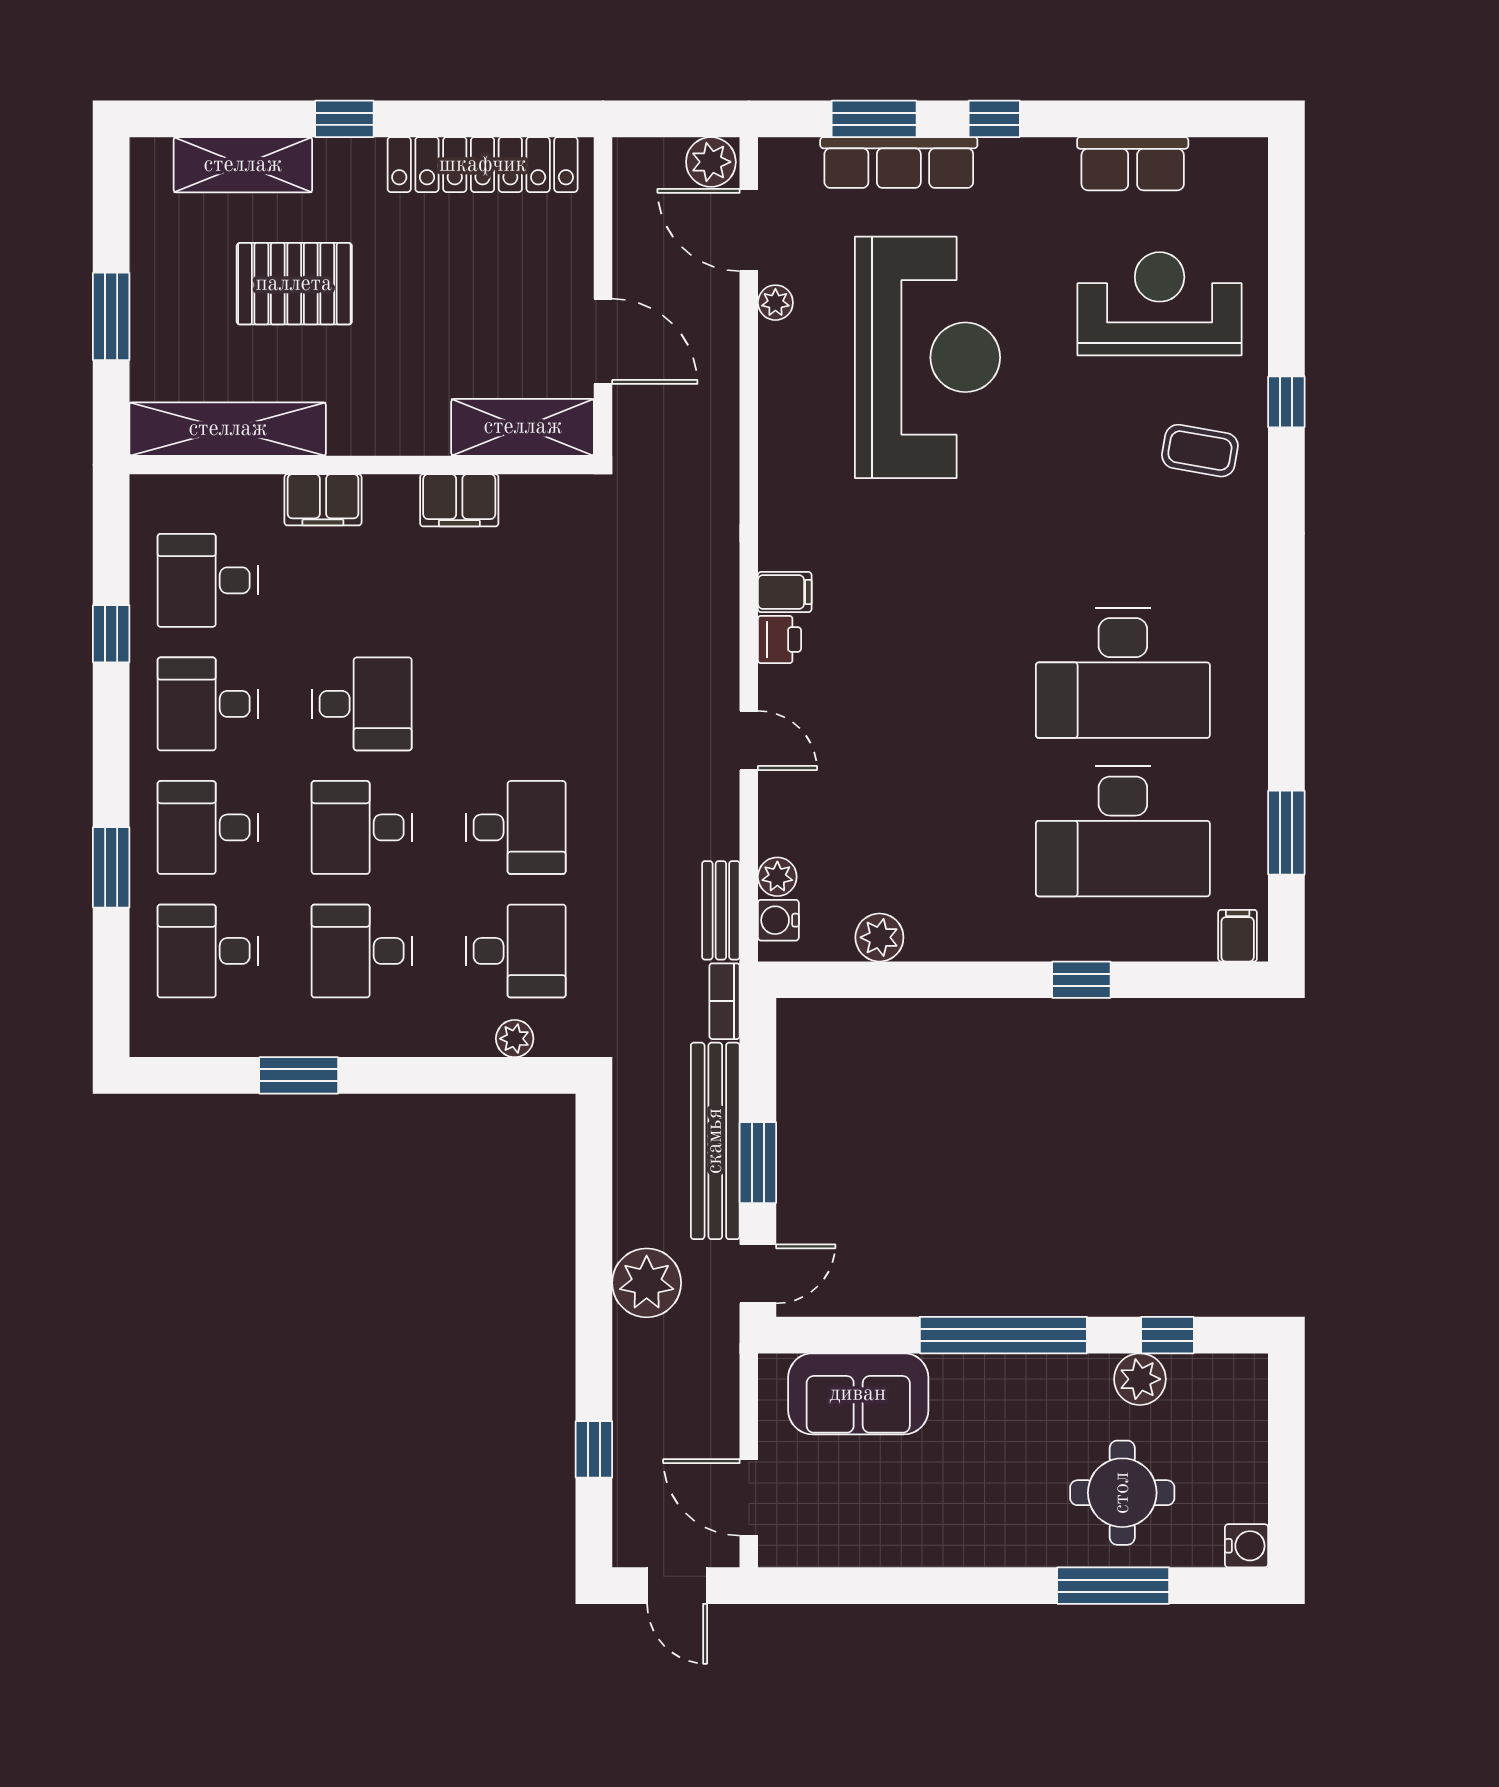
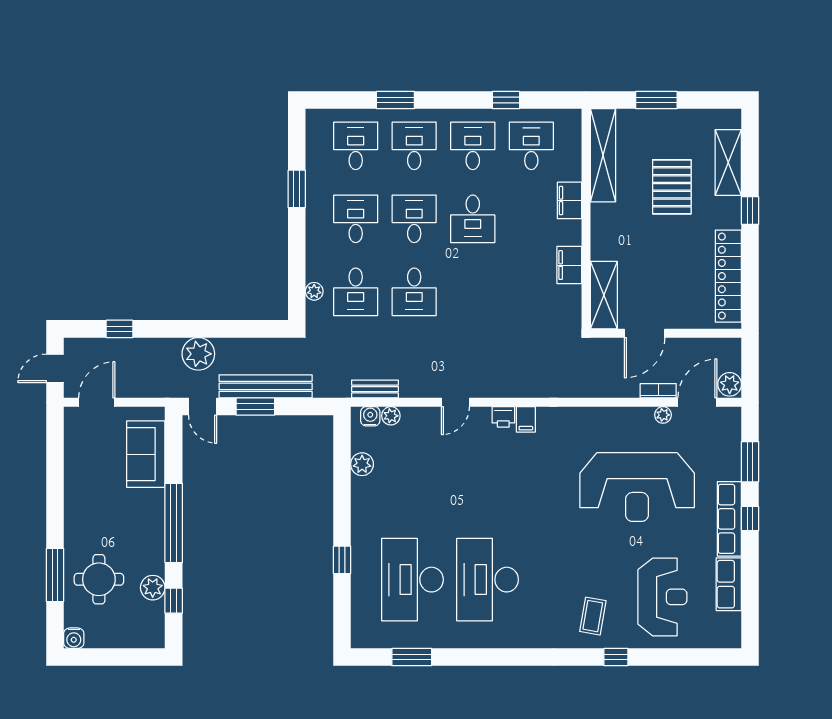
row of seats: (899, 162) -> (729, 519), moved
filing cabinet: (1238, 936) -> (363, 634), removed
bookcase: (725, 1001) -> (658, 391), moved

